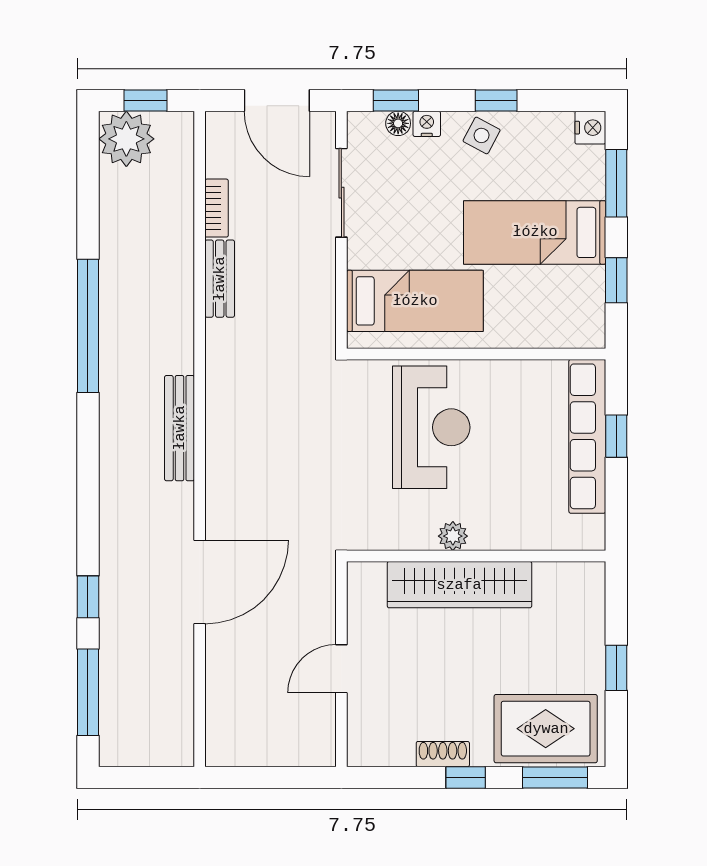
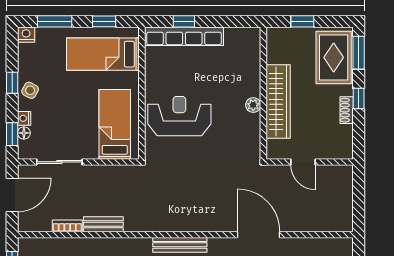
bed: (535, 232) -> (103, 54), moved, turned 90
plant: (453, 536) -> (253, 105), moved
wall: (476, 556) -> (263, 93), moved
wardrobe: (459, 585) -> (278, 102), moved

